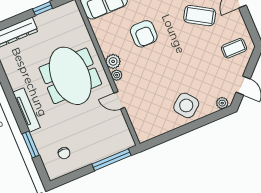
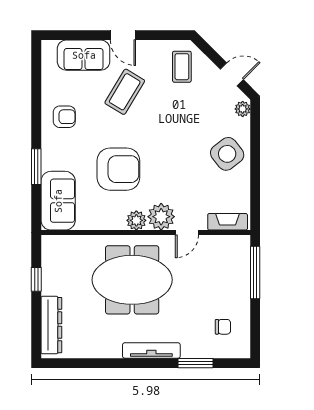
armchair: (144, 34) -> (118, 169), width x1.36, depth x1.36
plant: (117, 75) -> (161, 217), width x1.88, depth x1.88
fireplace: (139, 126) -> (228, 222), added

